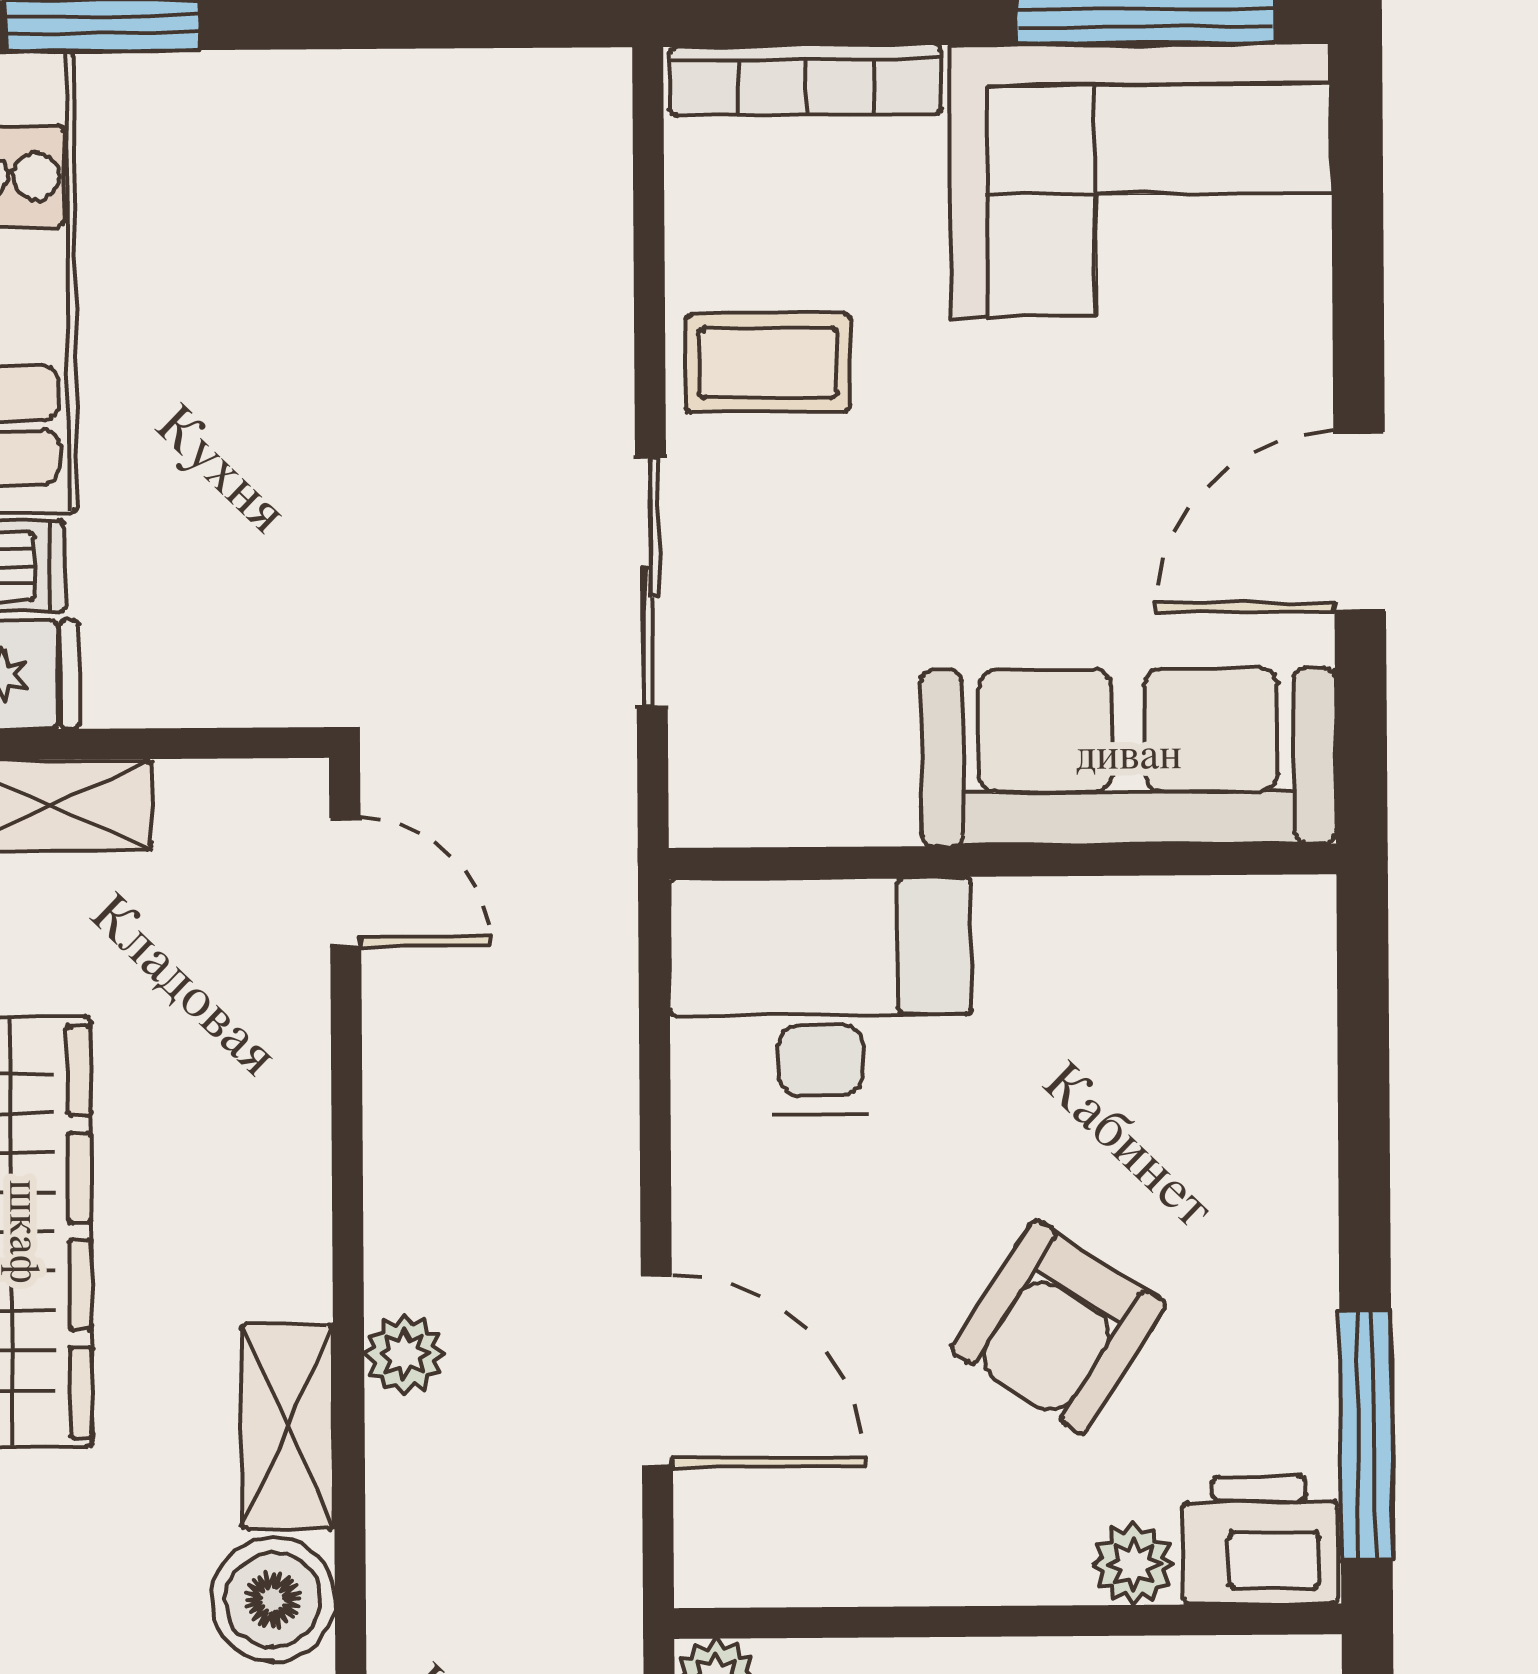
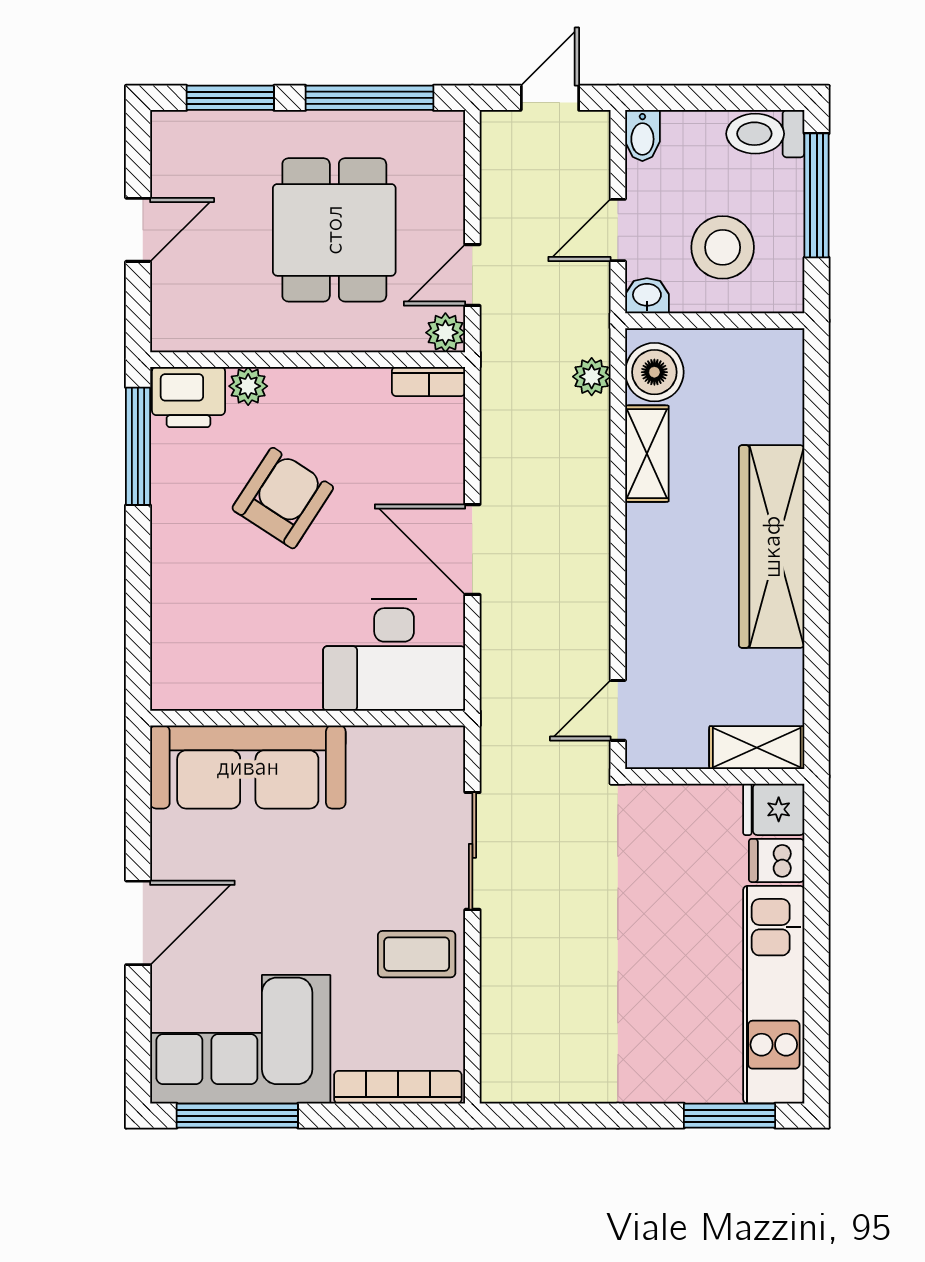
door: (1360, 522) -> (138, 923), moved
door: (345, 882) -> (618, 710), hinge flipped
plant: (404, 1354) -> (592, 377), moved
door: (657, 1371) -> (472, 549), moved
bookcase: (751, 1576) -> (429, 381), added

